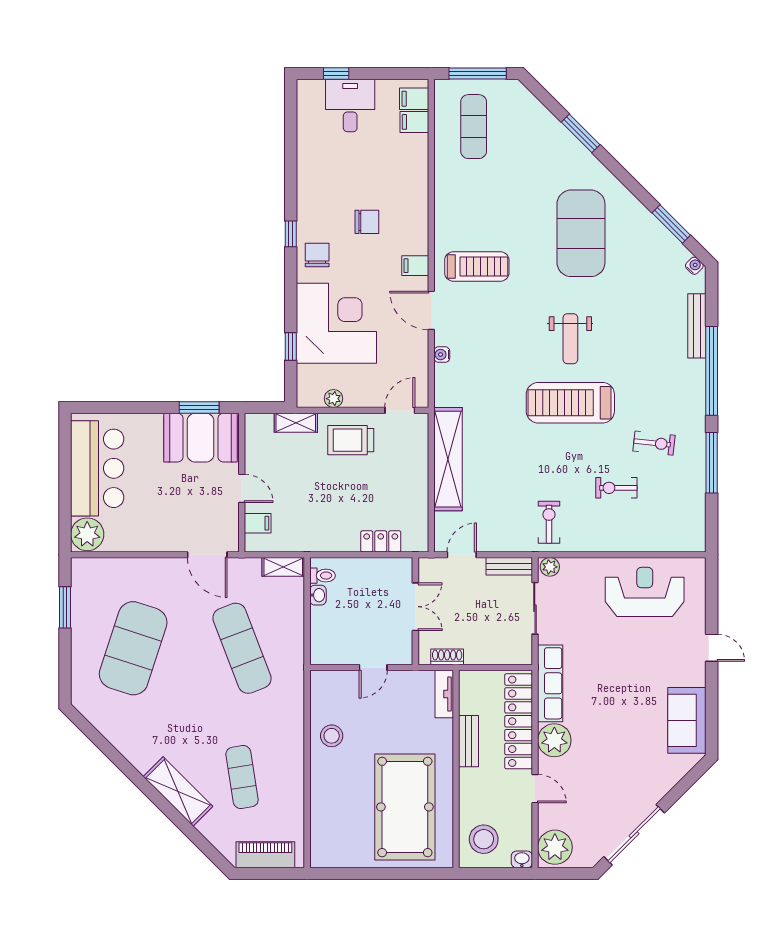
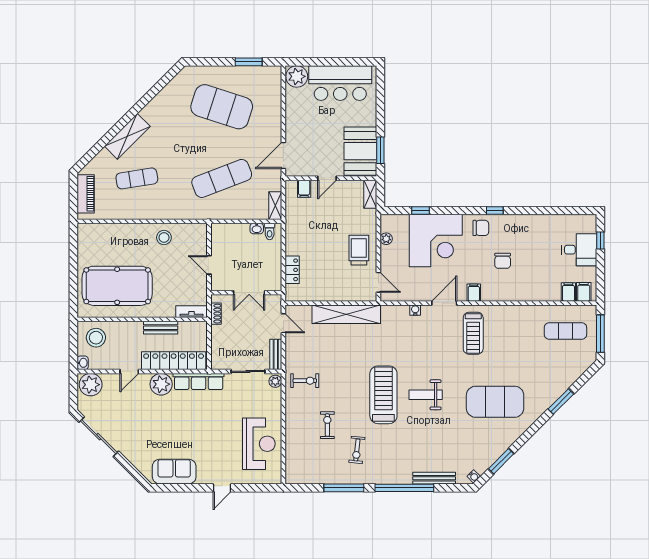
shelving: (296, 423) -> (370, 194), moved

